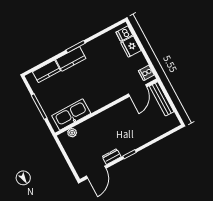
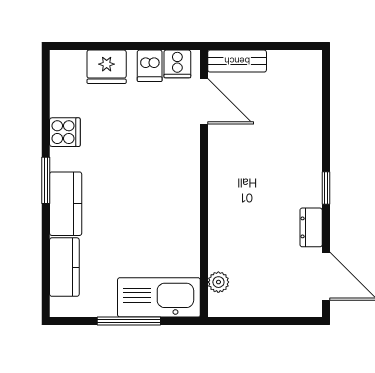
dishwasher: (124, 34) -> (150, 66), moved
cooker: (98, 44) -> (65, 132), added
bench: (162, 99) -> (237, 61), width x0.73
kitchen sink: (71, 115) -> (159, 297), moved, turned 90

